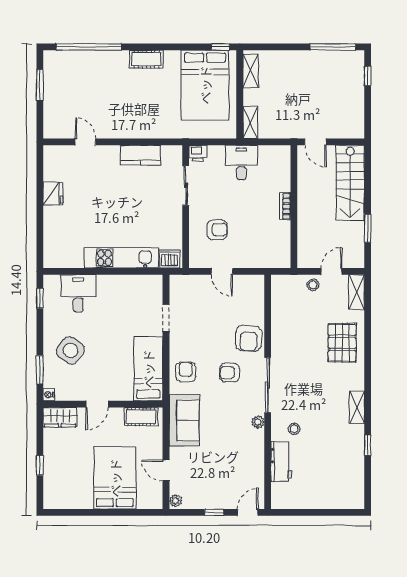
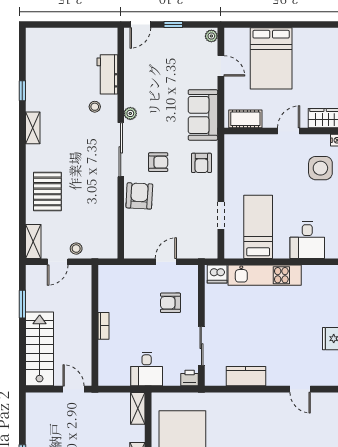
door: (222, 271) -> (166, 262), hinge flipped
side table: (71, 350) -> (320, 168), moved, turned -37
bed: (148, 369) -> (258, 227), moved, turned 180

